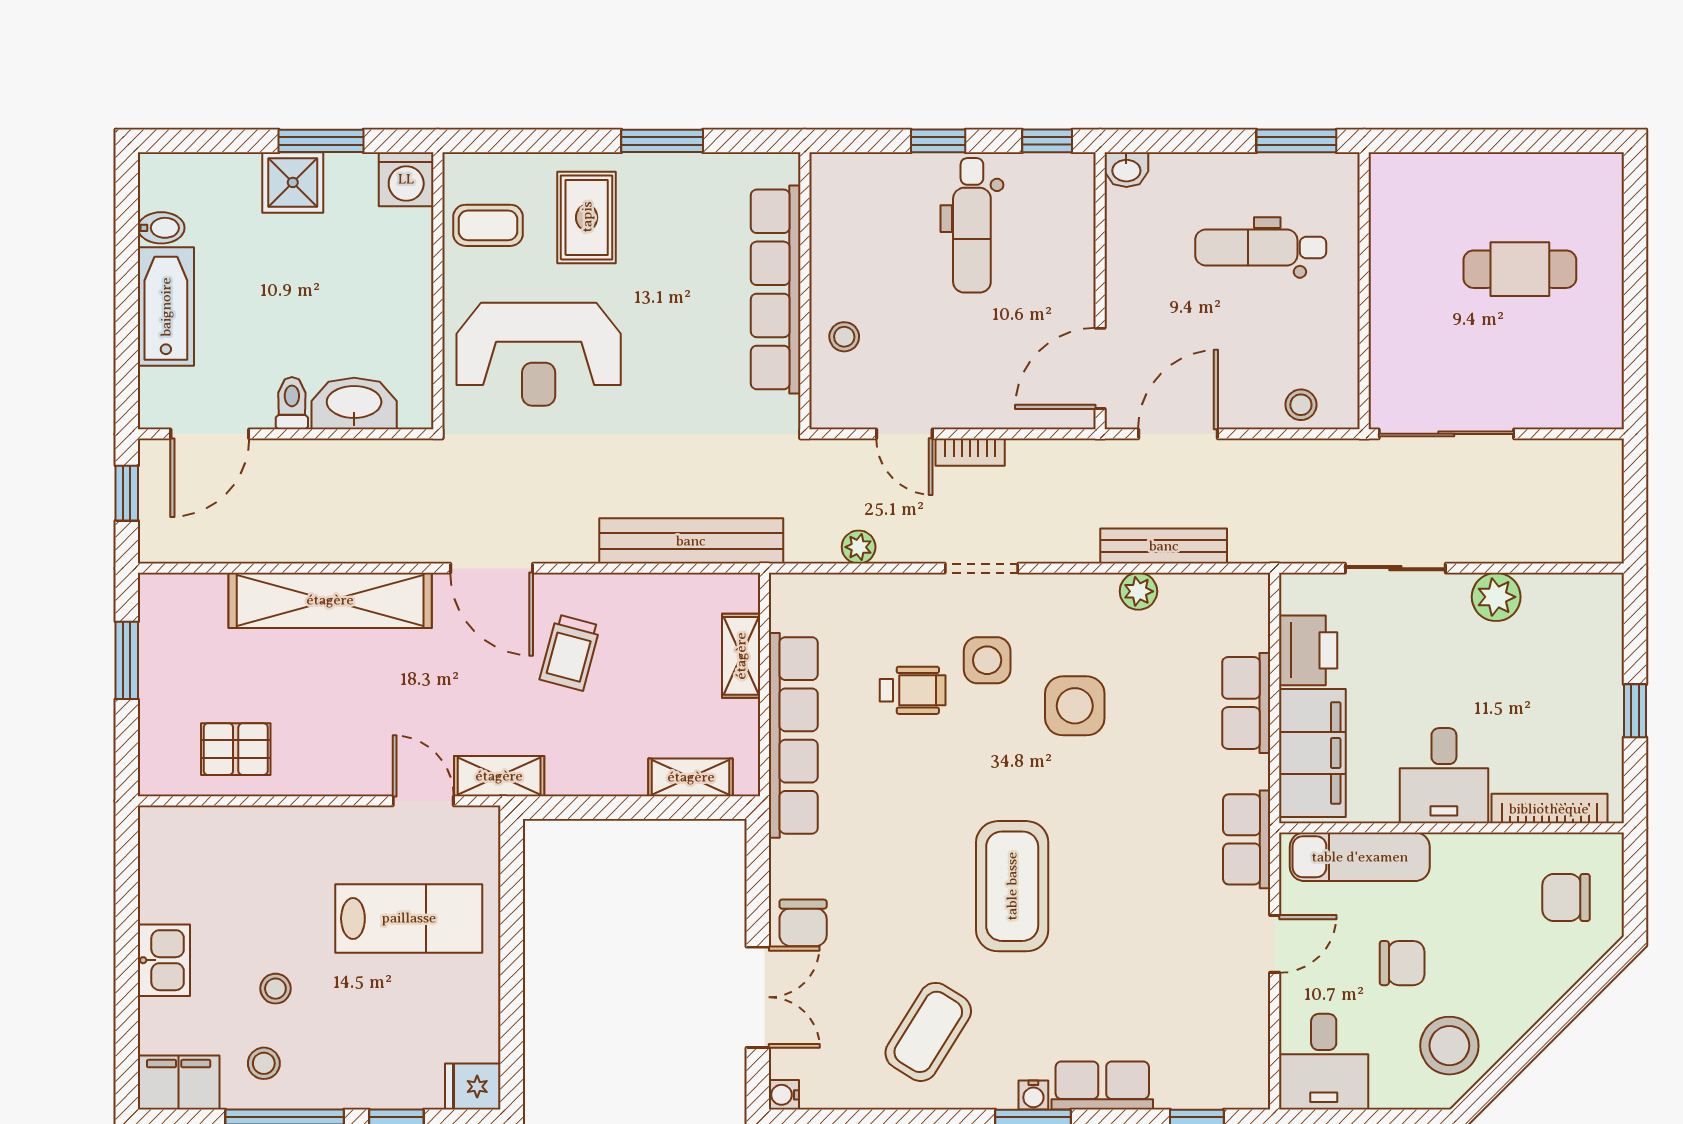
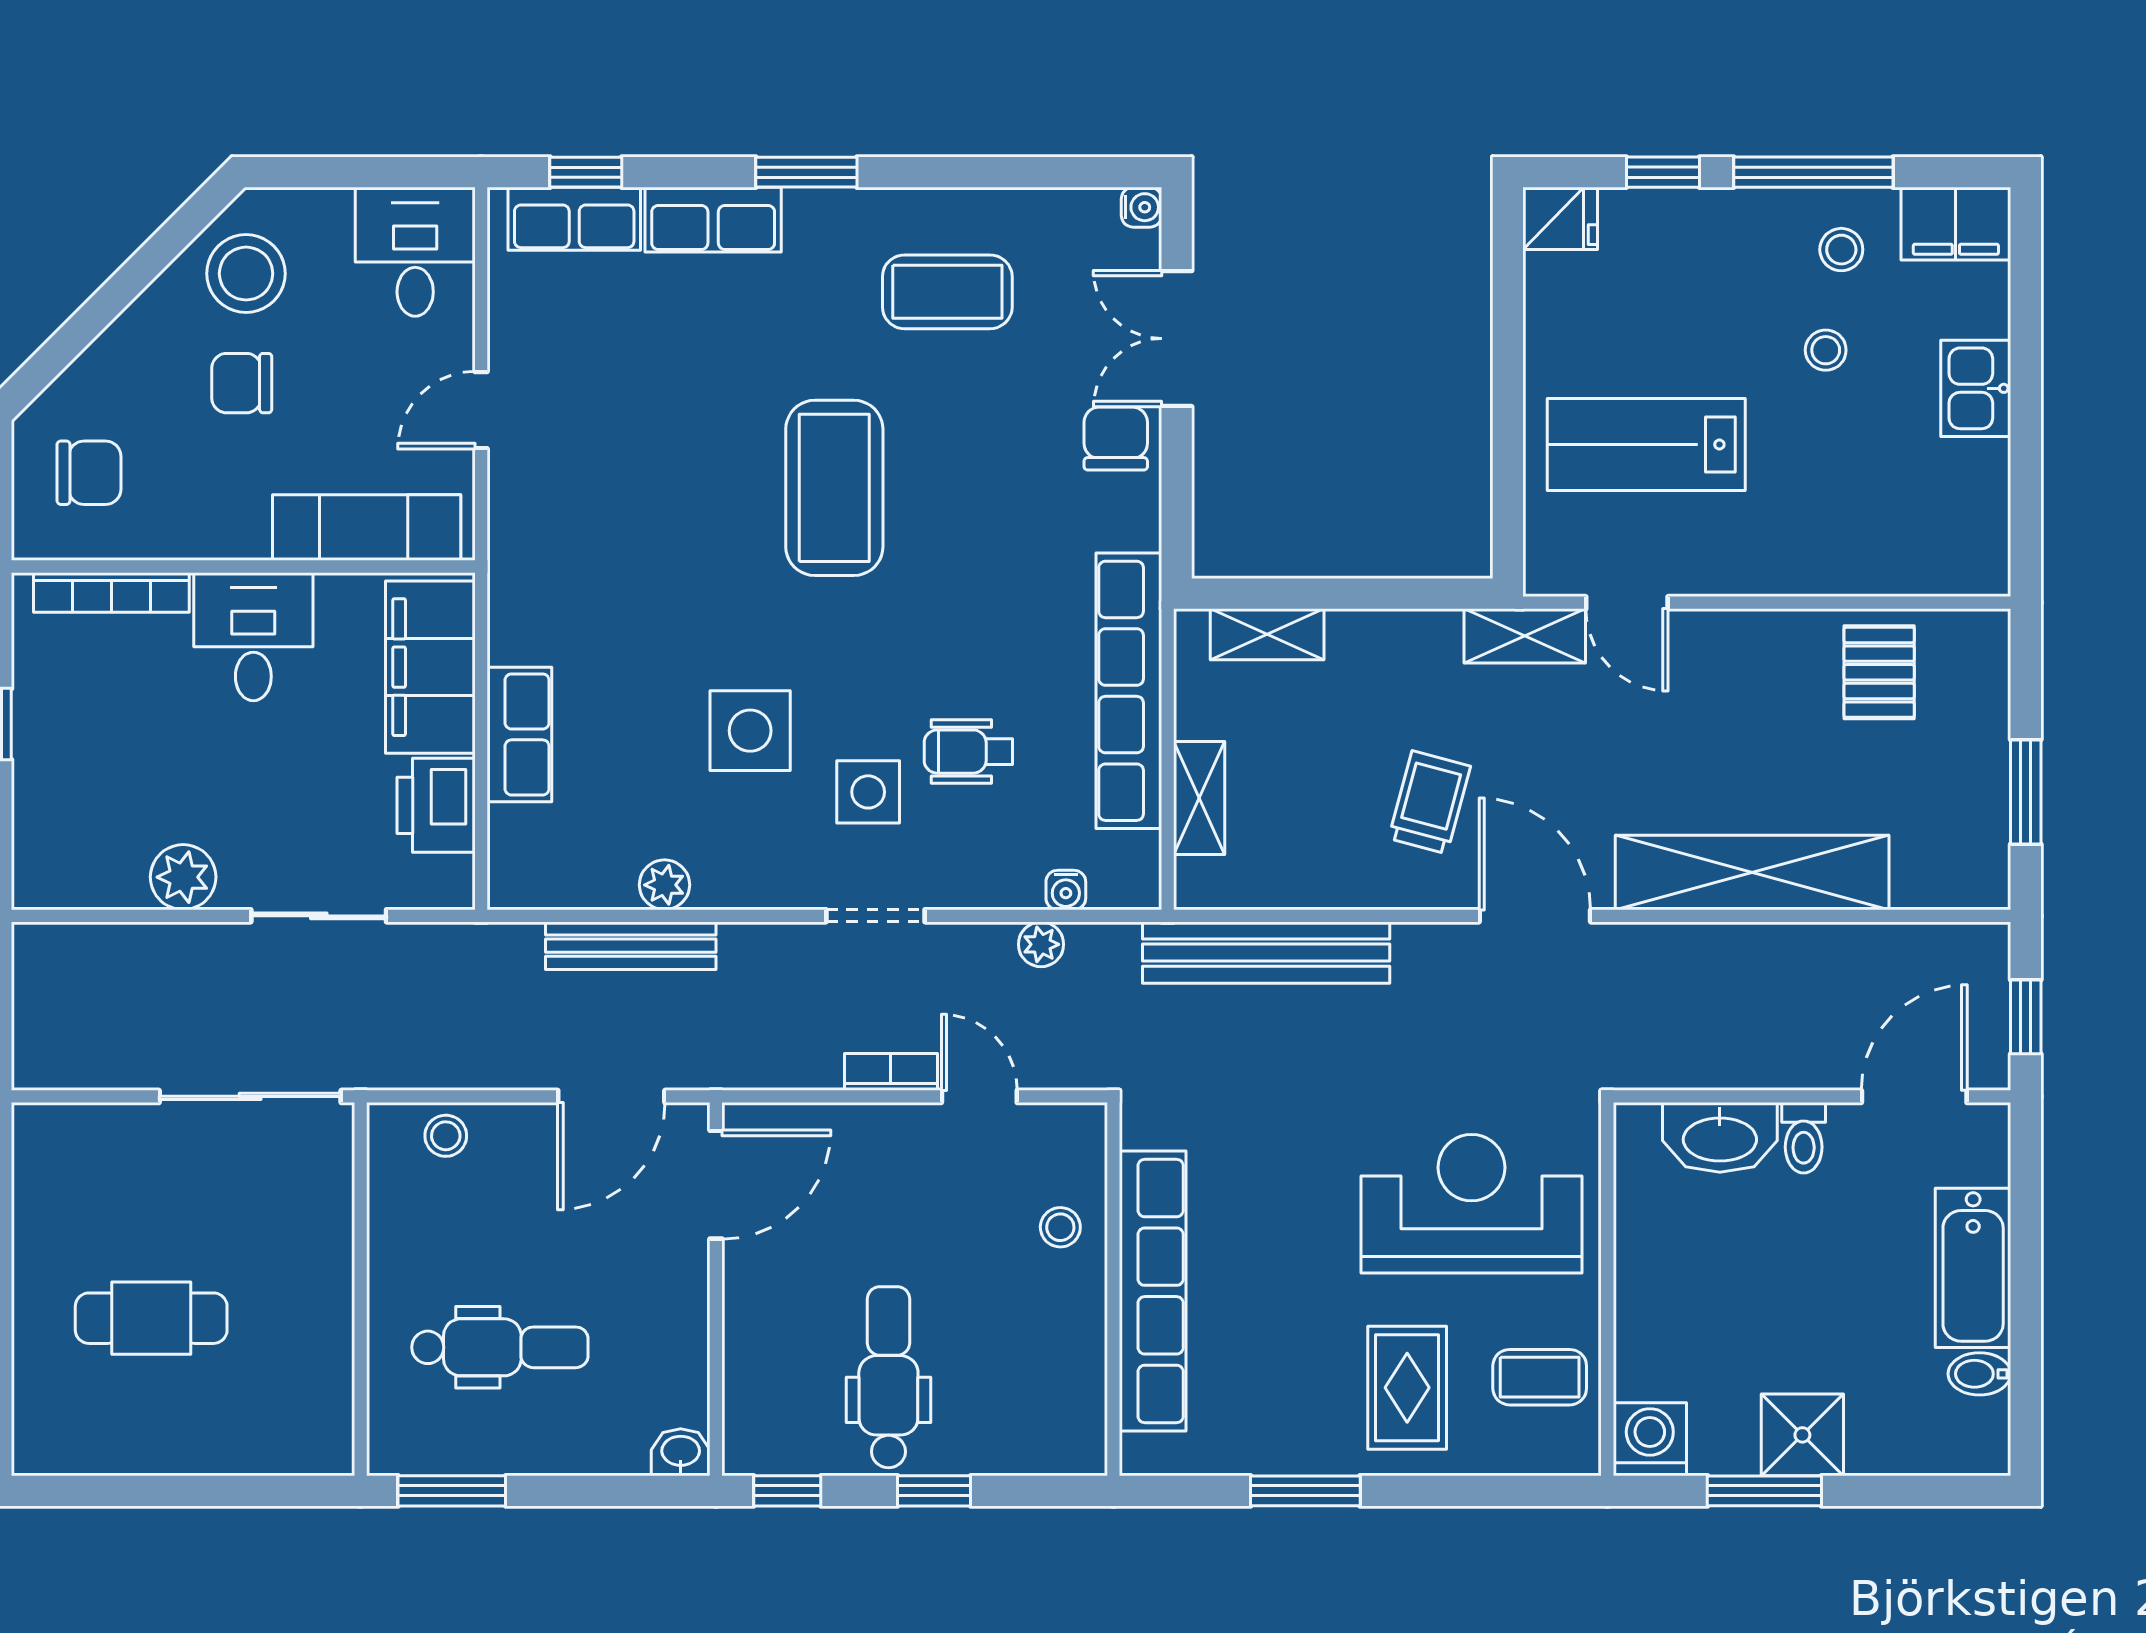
pallet: (236, 749) -> (1879, 672), turned 90
row of seats: (1247, 839) -> (574, 219), moved, turned 90
chair: (1402, 963) -> (242, 383), moved
coffee table: (928, 1032) -> (947, 292), turned 58
water cooler: (1033, 1095) -> (1066, 890), moved, turned 180

